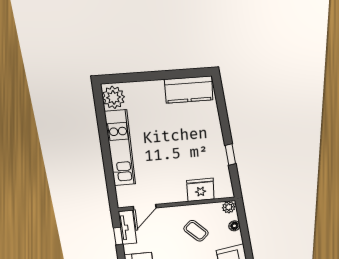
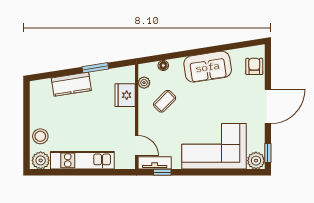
kitchen counter: (189, 90) -> (71, 84), moved, turned 81
stool: (144, 95) -> (40, 136), added
window: (230, 155) -> (95, 68), width x1.50
plant: (229, 207) -> (144, 83), moved

